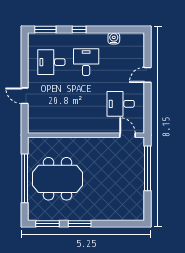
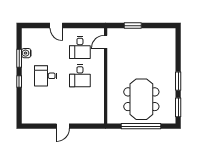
window: (45, 30) -> (19, 58), moved
desk: (51, 62) -> (80, 76), moved
door: (25, 96) -> (63, 126), moved
window: (147, 168) -> (133, 26), width x0.47

